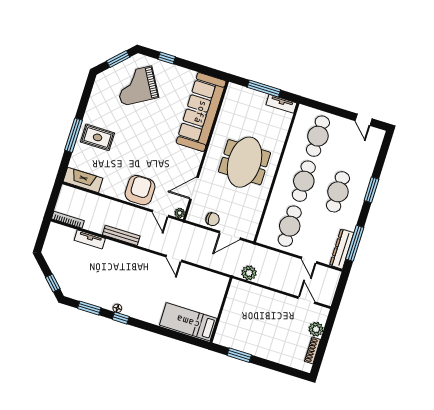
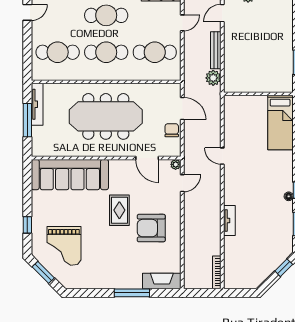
grand piano: (137, 86) -> (64, 246), turned 30
tv unit: (281, 104) -> (37, 104), width x1.41
rug: (98, 137) -> (119, 210), moved
meeting table: (244, 162) -> (106, 116), width x1.36
fireplace: (83, 180) -> (162, 281), moved, turned 90
armchair: (140, 190) -> (151, 228), moved
bench: (121, 235) -> (216, 50), moved
tv unit: (90, 239) -> (229, 220), moved
door: (174, 259) -> (222, 156), swing flipped

